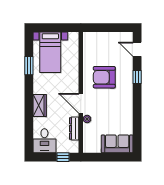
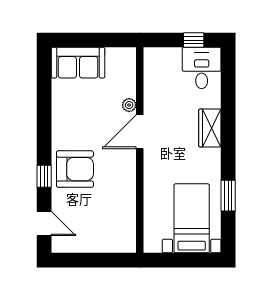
armchair: (104, 77) -> (75, 169), moved
door: (81, 103) -> (140, 132), swing flipped
dresser: (74, 129) -> (151, 89), removed
window: (63, 157) -> (194, 40), moved

